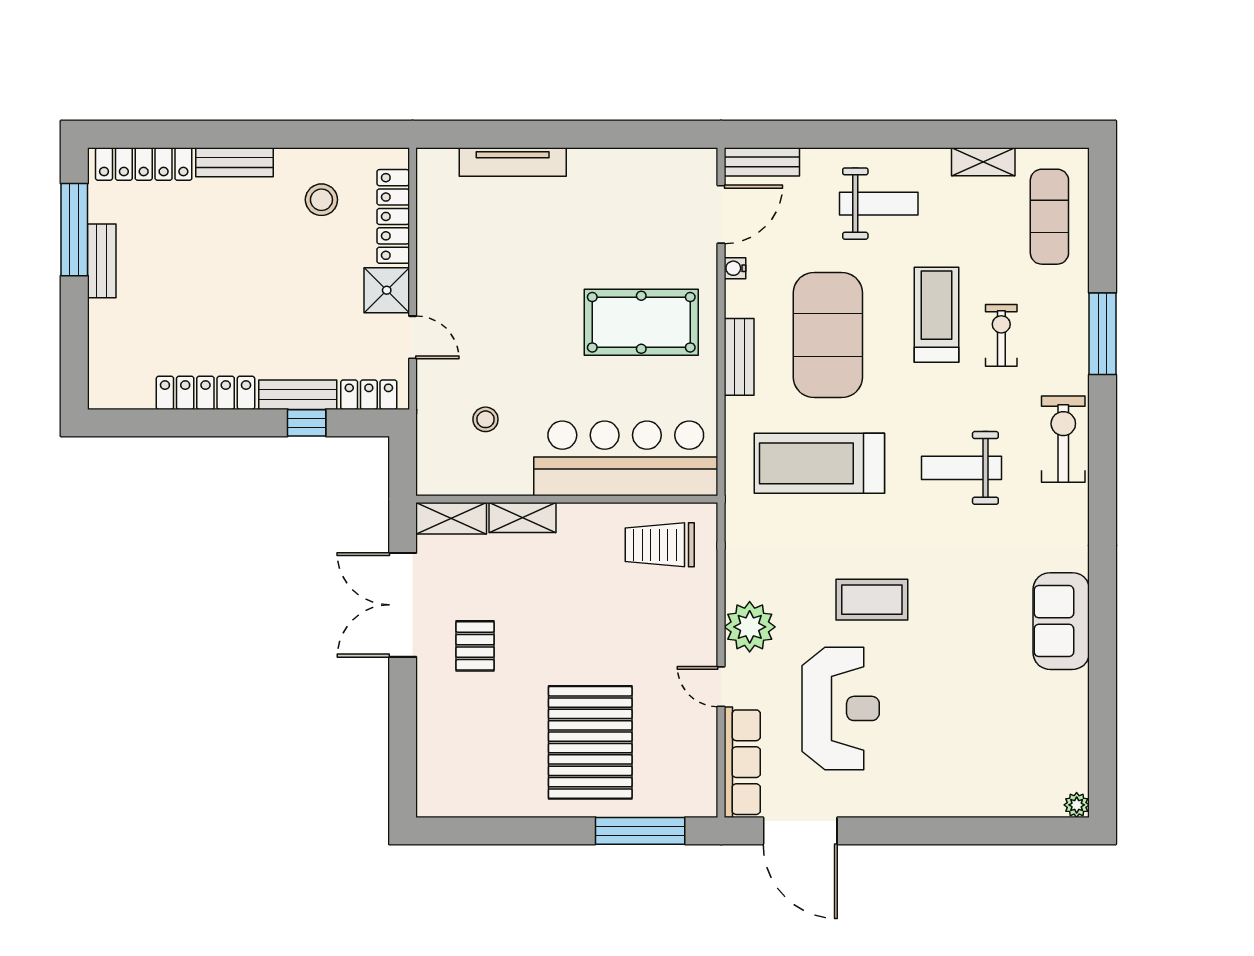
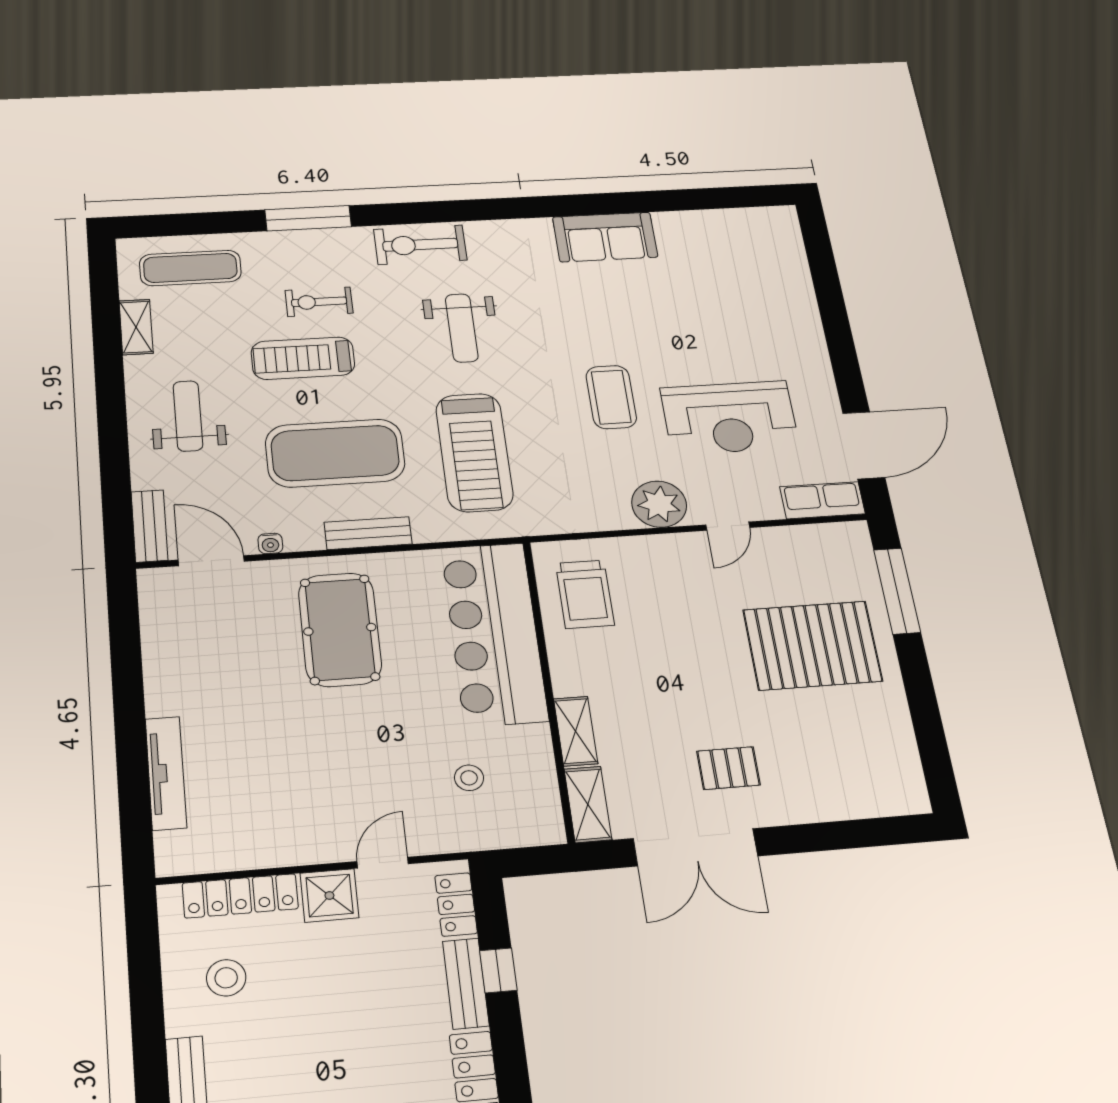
reception desk: (841, 708) -> (730, 418), turned 180
row of seats: (742, 762) -> (822, 500), width x0.68
plant: (1077, 805) -> (785, 215), removed

